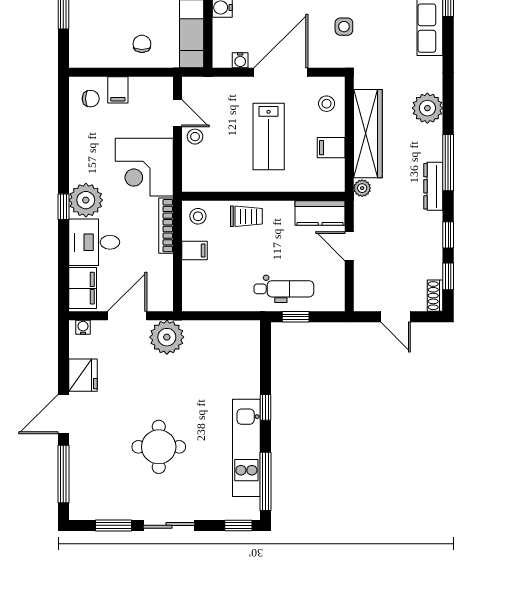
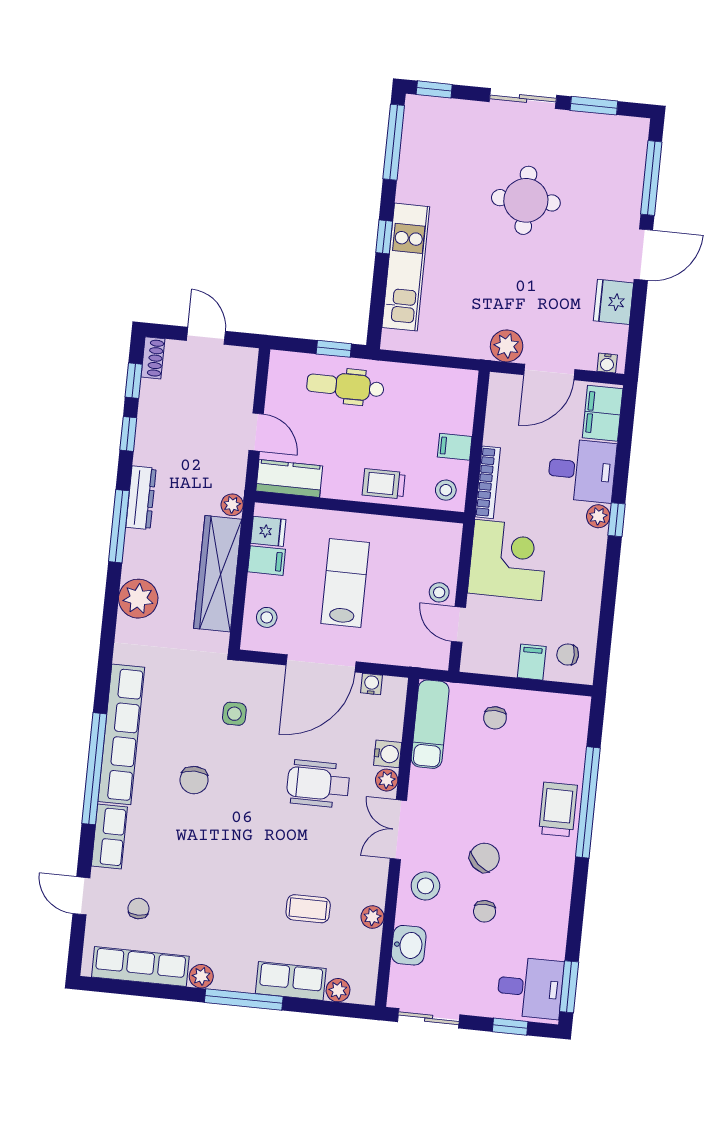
fridge: (332, 170) -> (268, 531), added
plant: (86, 200) -> (598, 516), width x0.53, depth x0.53
plant: (167, 337) -> (507, 346), width x0.73, depth x0.73
kitchen unit: (246, 448) -> (406, 267), moved

